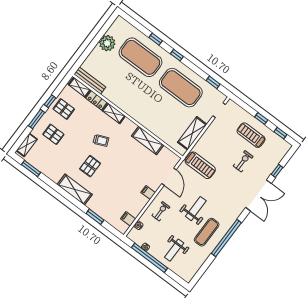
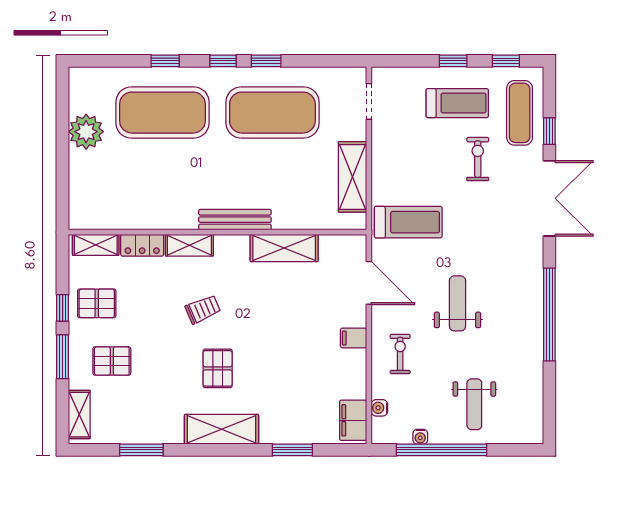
bench: (90, 81) -> (235, 220), moved
window: (213, 82) -> (266, 61), moved
treadmill: (251, 135) -> (457, 103), turned 180
window: (31, 168) -> (141, 450), moved
filing cabinet: (128, 219) -> (353, 420), width x2.00
exercise mat: (207, 232) -> (520, 113), moved

